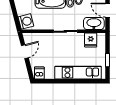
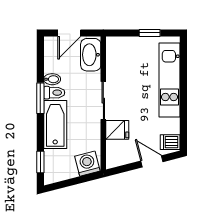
fridge: (91, 40) -> (117, 130), moved
door: (25, 52) -> (152, 161), moved

